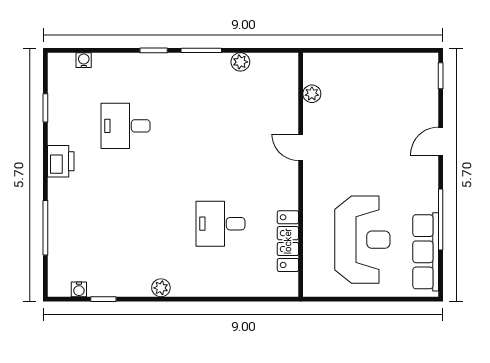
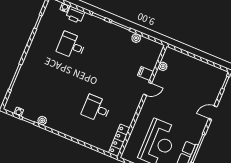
filing cabinet: (285, 120) -> (146, 73), added
door: (301, 147) -> (148, 89), swing flipped
printer: (61, 161) -> (75, 15), moved, turned 90
locker: (288, 241) -> (119, 140), moved
plant: (161, 288) -> (42, 121), moved

